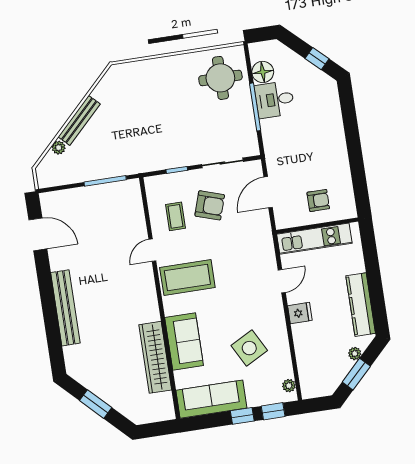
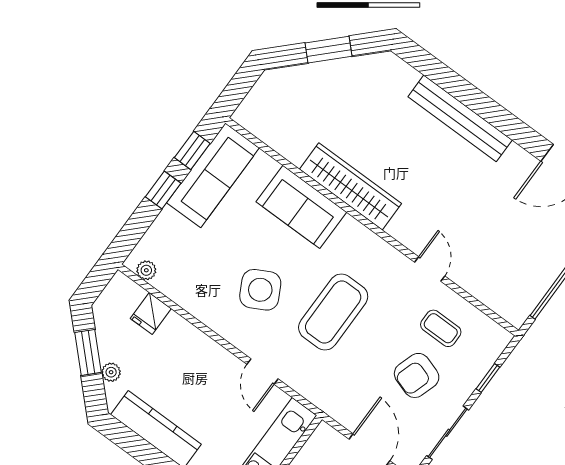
coffee table: (187, 277) -> (333, 312), moved
fridge: (300, 313) -> (151, 313), moved
side table: (249, 348) -> (260, 290), moved
wardrobe: (155, 357) -> (351, 186), moved
window: (273, 411) -> (192, 150), moved

